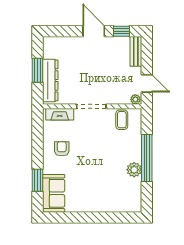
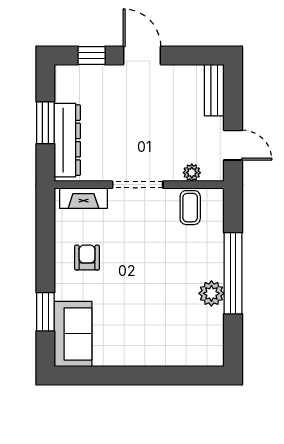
window: (122, 31) -> (92, 55), moved
plant: (135, 99) -> (192, 173), moved

